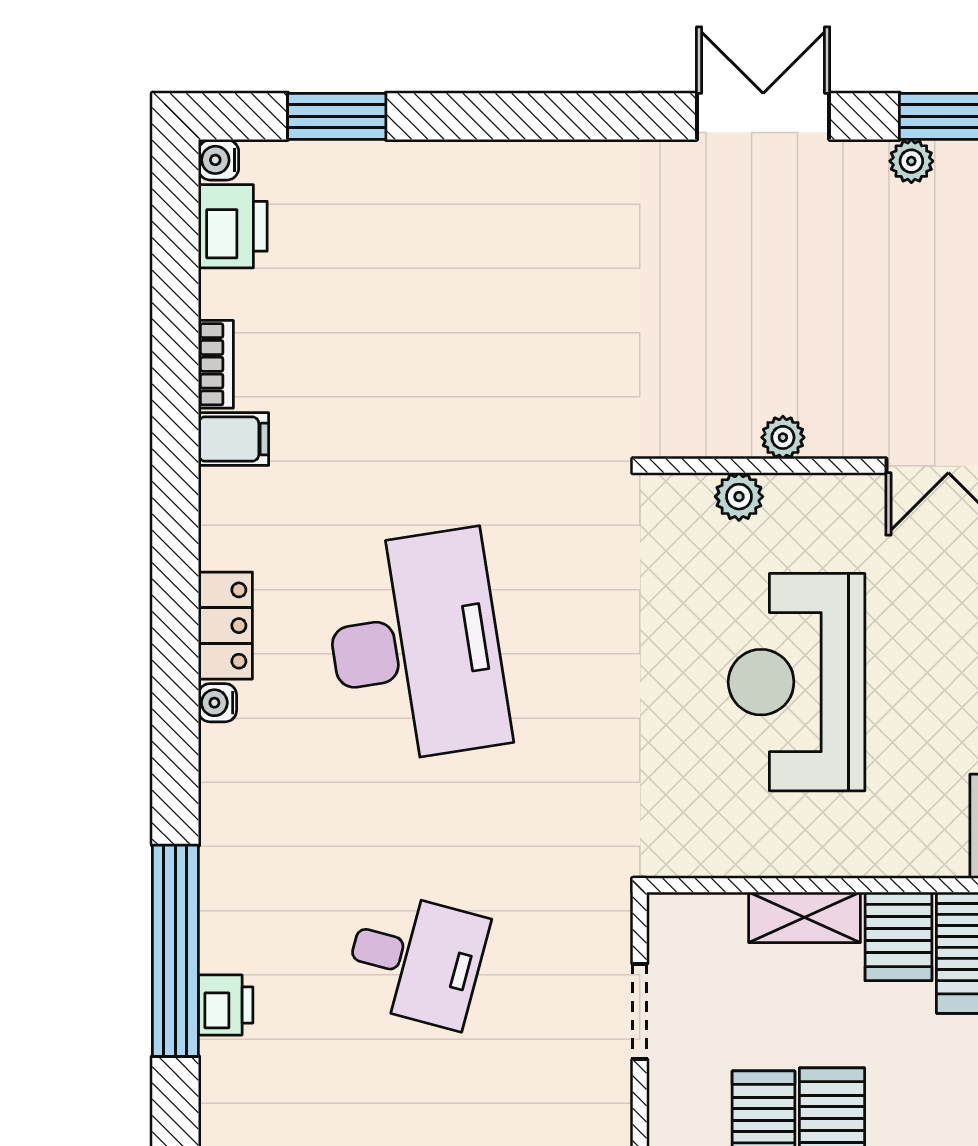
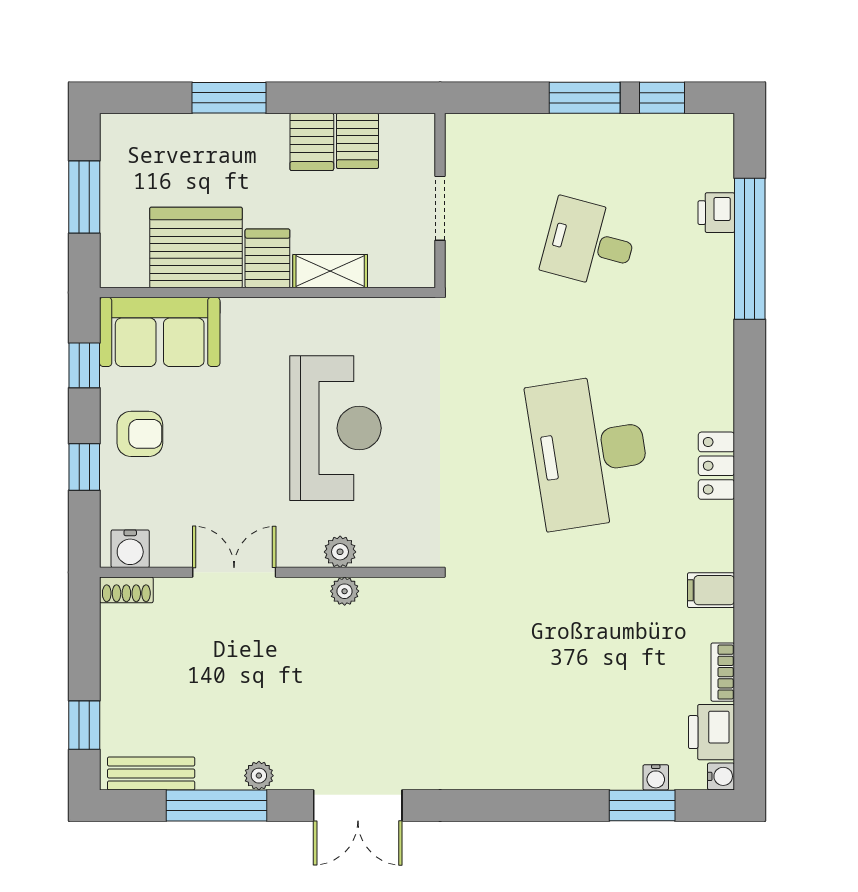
bookcase: (216, 364) -> (723, 672), moved
plant: (739, 497) -> (340, 552), moved
water cooler: (217, 703) -> (656, 777), moved, turned 90

